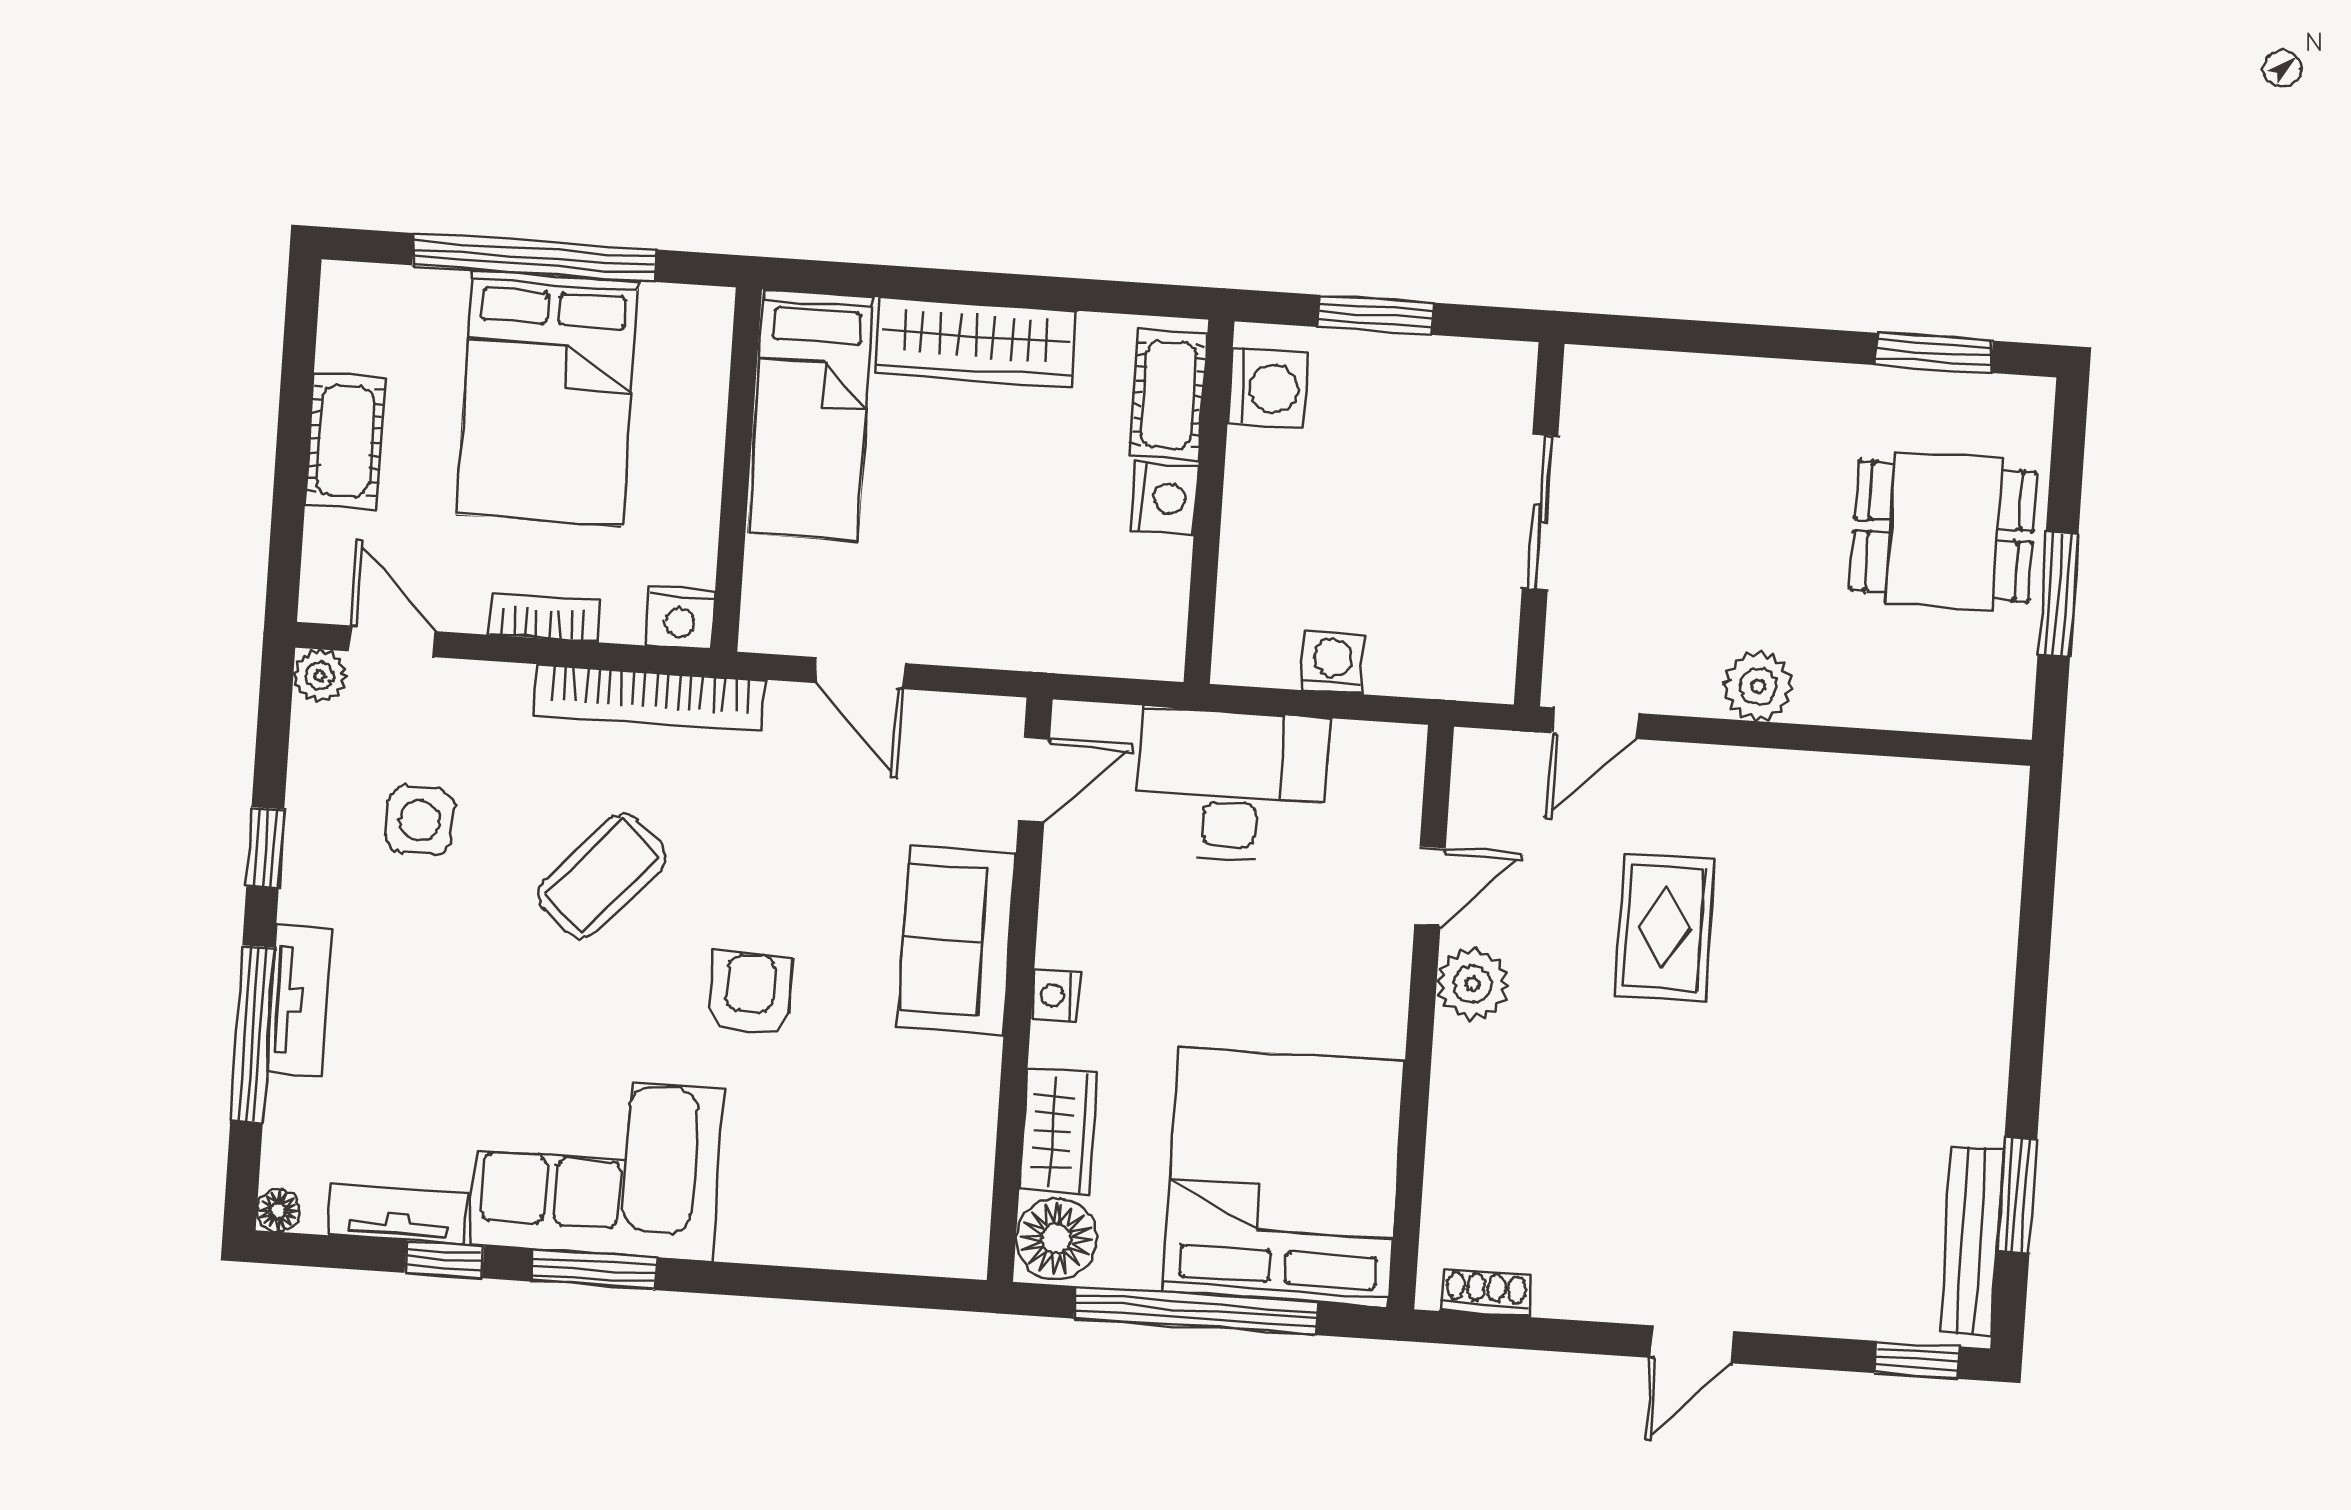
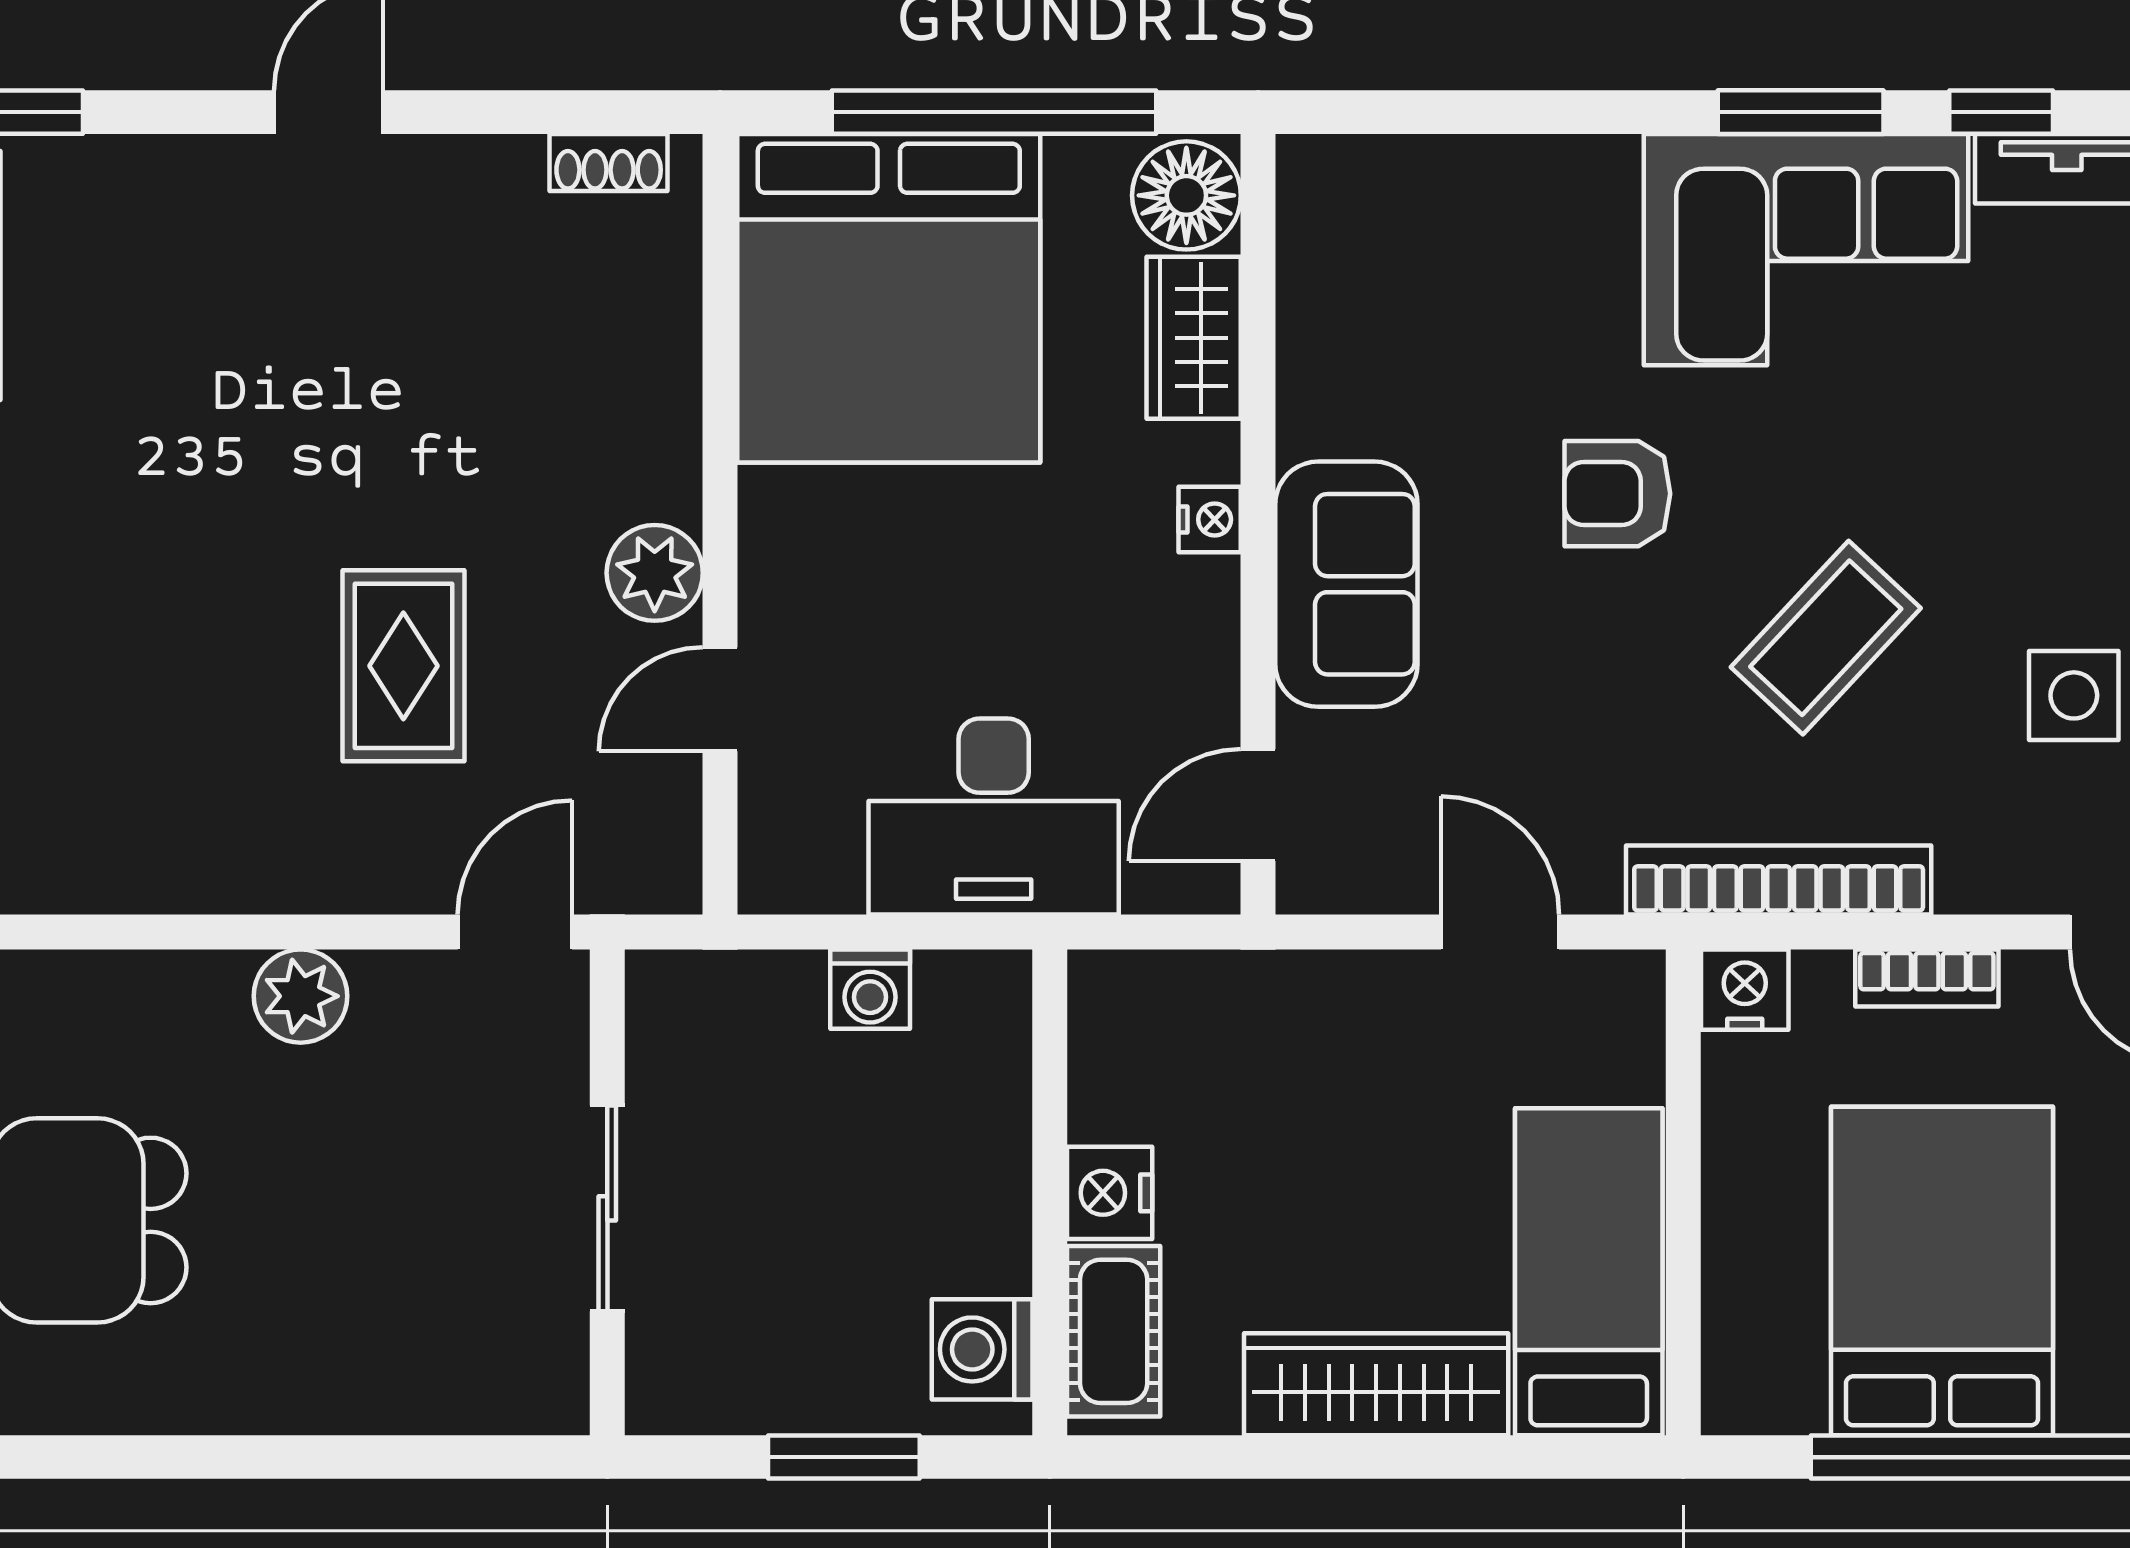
window: (1934, 353) -> (96, 1457), removed
armchair: (750, 994) -> (1617, 494), turned 90

